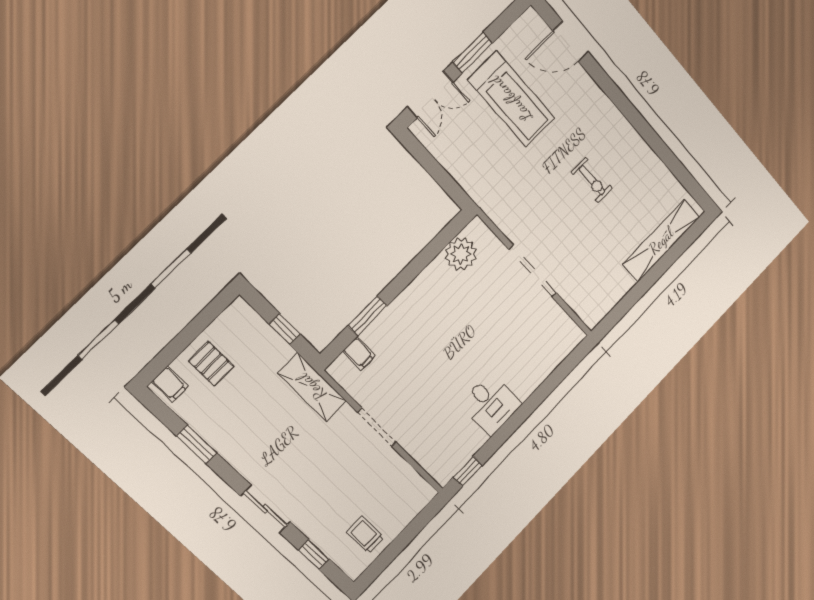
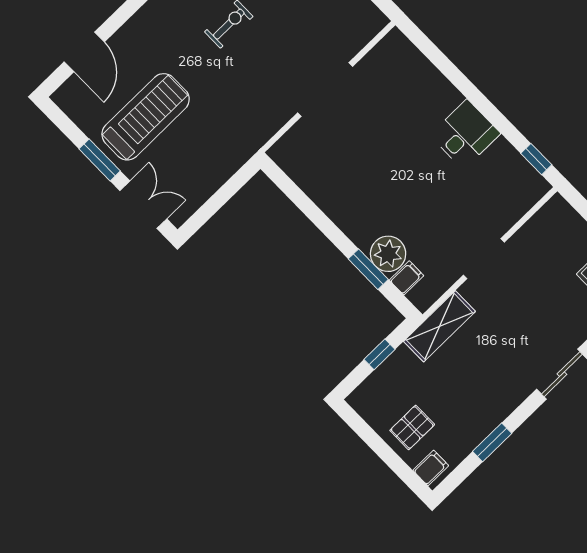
plant: (461, 254) -> (388, 254), moved

